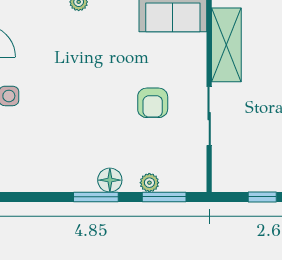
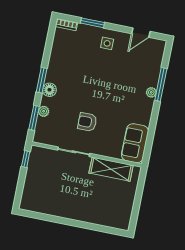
window: (262, 197) -> (26, 159), moved

